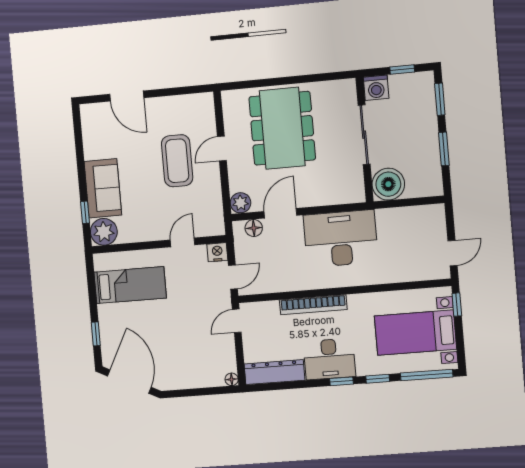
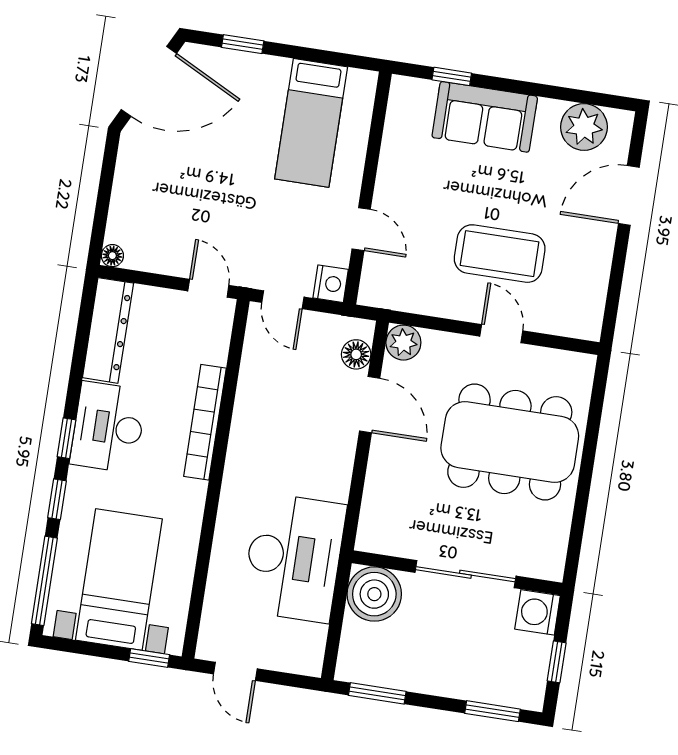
window: (444, 149) -> (377, 693), moved
plant: (104, 232) -> (584, 127), moved
desk: (341, 239) -> (294, 558), moved

